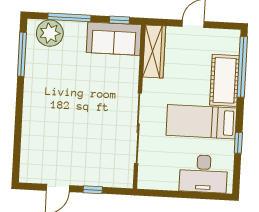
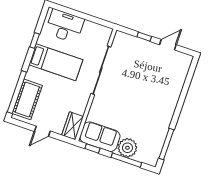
plant: (50, 33) -> (127, 148), moved
wardrobe: (154, 52) -> (73, 126), width x0.67
cot: (225, 80) -> (27, 99), moved

